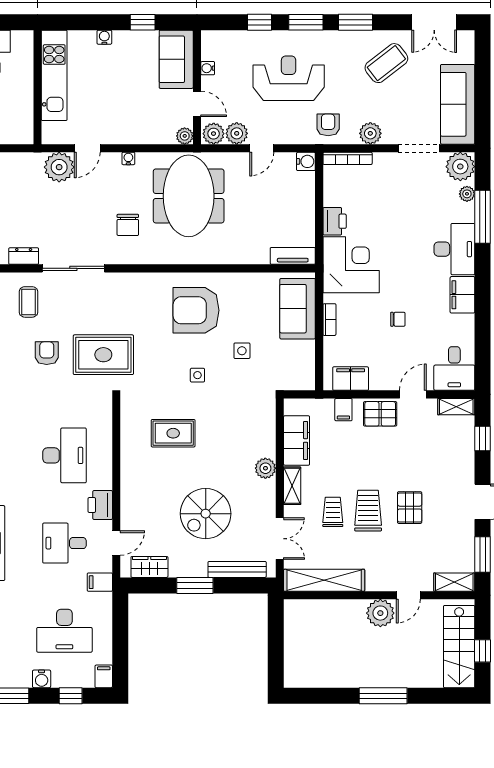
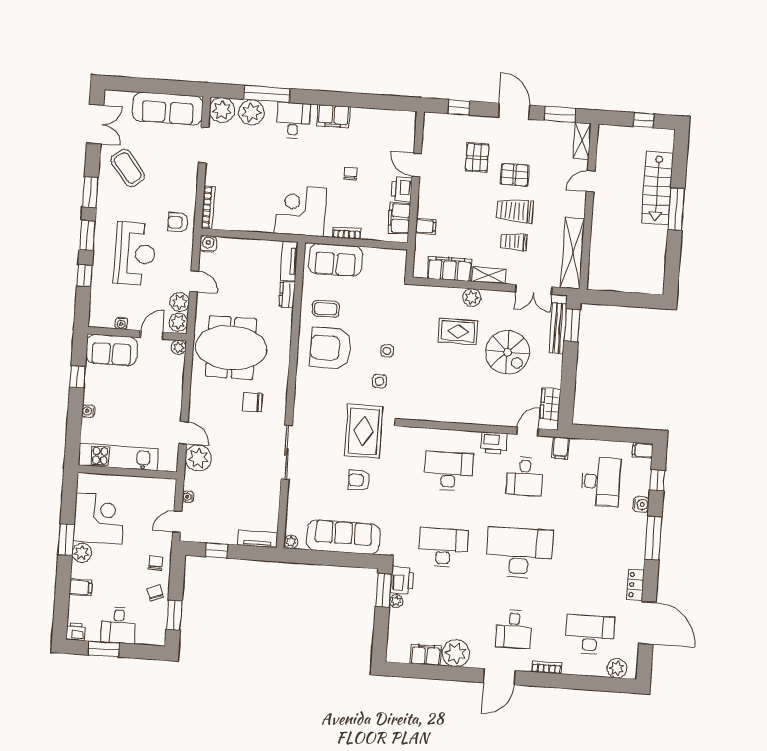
reception desk: (289, 78) -> (135, 254), turned 180
plant: (370, 133) -> (188, 186), removed
water cooler: (128, 158) -> (188, 497), moved
plant: (467, 194) -> (251, 112), width x1.88, depth x1.88
printer: (335, 221) -> (402, 189), moved, turned -90
chair: (128, 225) -> (252, 402), turned 180
desk: (454, 249) -> (293, 120), width x0.73
dresser: (24, 256) -> (287, 295), moved
coffee table: (28, 302) -> (326, 309), moved
armchair: (196, 310) -> (331, 348), turned 90
side table: (242, 351) -> (379, 381), moved
desk: (454, 368) -> (397, 128), removed
shelving: (456, 407) -> (430, 128), removed
pallet: (380, 414) -> (477, 157), moved
rug: (173, 433) -> (458, 331), moved, turned 90
double door: (280, 539) -> (534, 289), swing flipped
door: (116, 543) -> (528, 431), hinge flipped
window: (195, 585) -> (572, 325), moved
door: (408, 595) -> (591, 181), swing flipped
plant: (380, 613) -> (604, 207), removed
stairs: (459, 647) -> (657, 188), moved, turned 90

